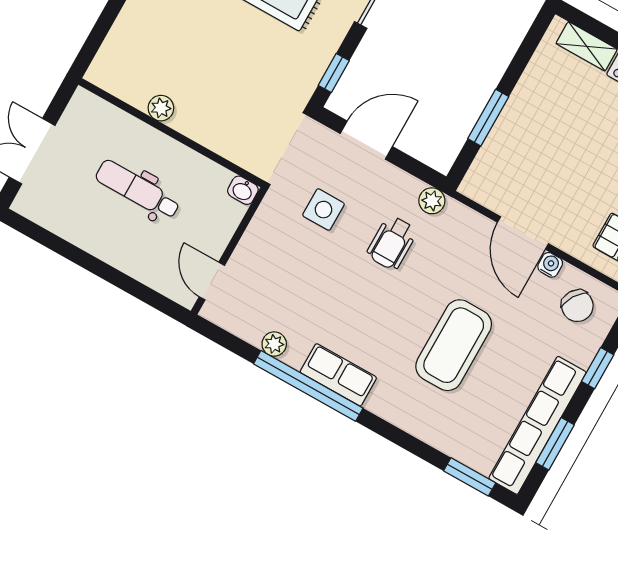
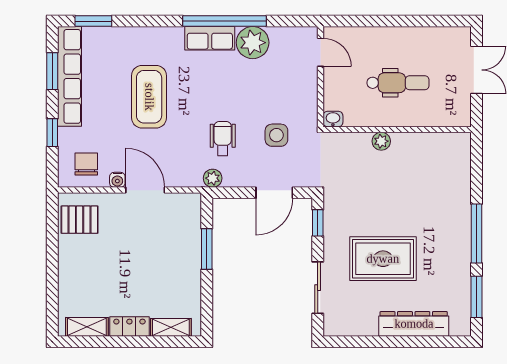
plant: (161, 108) -> (381, 141), moved
chair: (577, 306) -> (86, 164), turned 58
plant: (274, 344) -> (253, 43), width x1.87, depth x1.87

